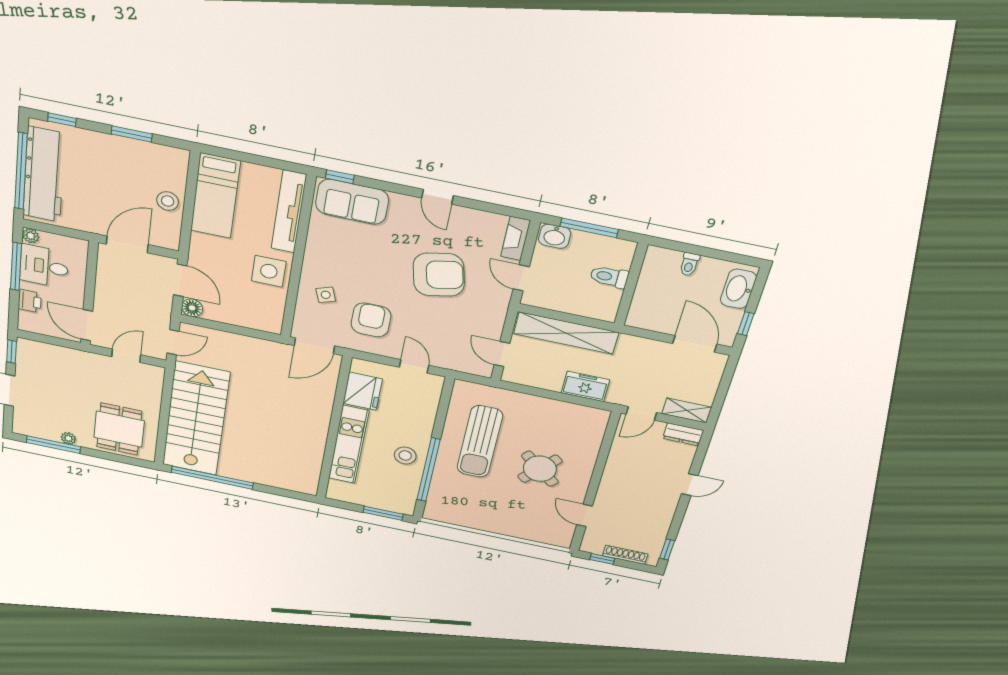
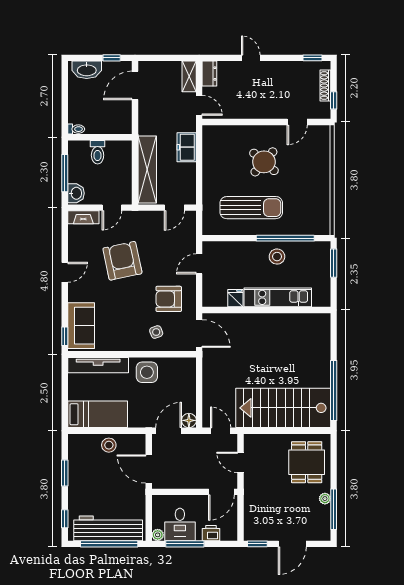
toilet: (689, 264) -> (76, 129), moved
fridge: (363, 391) -> (235, 298), width x0.53, depth x0.75
dining table: (119, 429) -> (307, 462), turned 90

